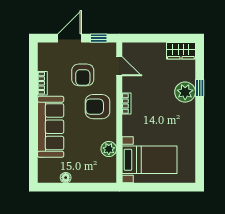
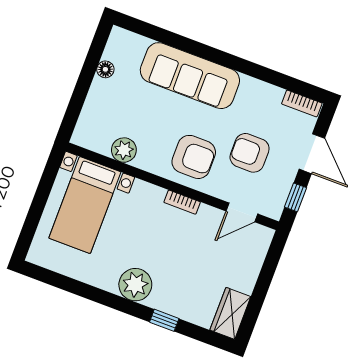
bookcase: (42, 83) -> (302, 104), moved
plant: (185, 92) -> (135, 285), moved
armchair: (97, 107) -> (194, 157), turned 90

